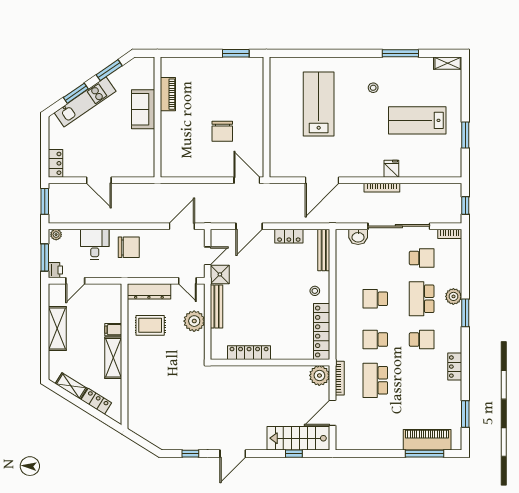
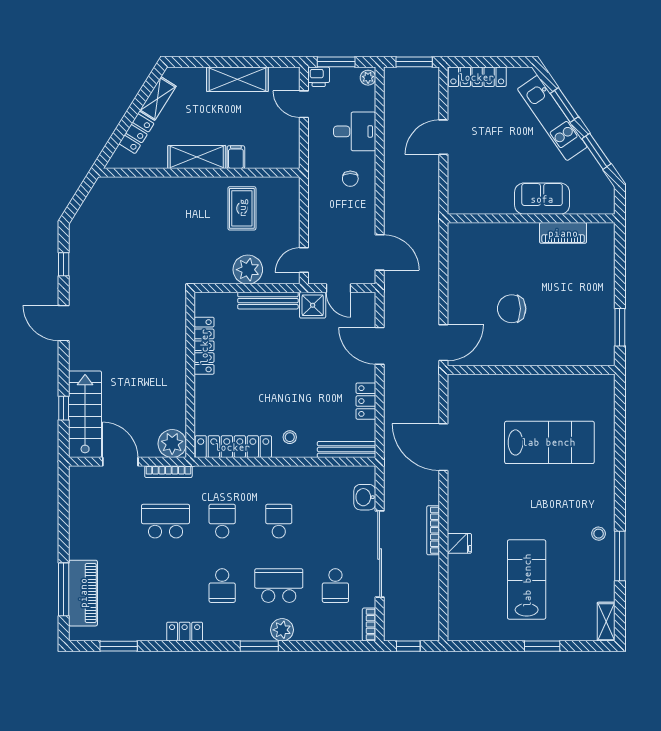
stool: (373, 88) -> (599, 534), moved
window: (465, 135) -> (542, 646), moved
locker: (55, 163) -> (477, 77), width x1.53
chair: (129, 247) -> (350, 179), width x0.54, depth x0.54
dresser: (149, 291) -> (289, 207), removed

